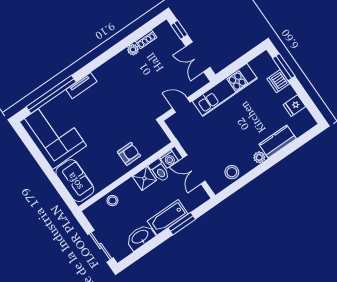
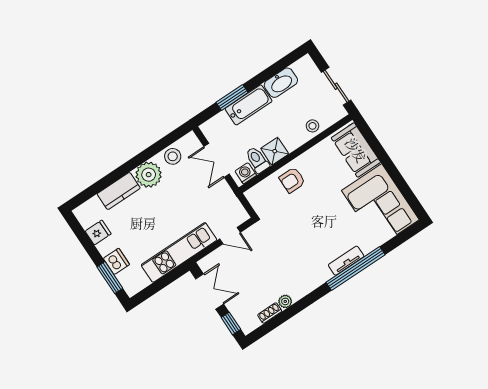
window: (51, 94) -> (356, 268), moved
plant: (259, 157) -> (149, 175), width x1.88, depth x1.88
double door: (194, 169) -> (217, 160), swing flipped
sliding door: (101, 246) -> (336, 86), moved

